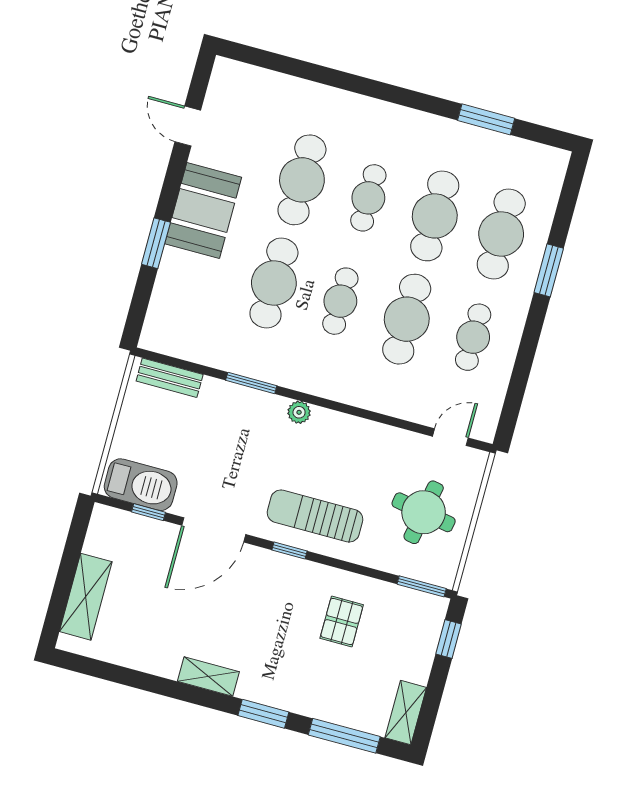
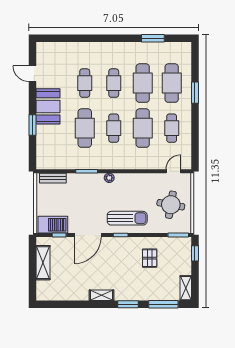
cafe table: (302, 180) -> (85, 83), width x0.73, depth x0.74
sun lounger: (315, 516) -> (127, 218), turned 180
shelving: (86, 597) -> (43, 263), moved

